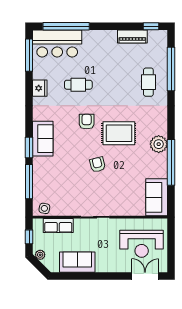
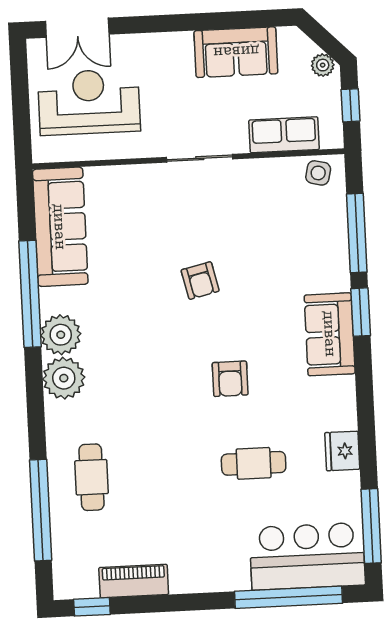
plant: (158, 125) -> (64, 378), added
rug: (119, 133) -> (154, 355), removed
sofa: (157, 197) -> (60, 227), width x1.36

